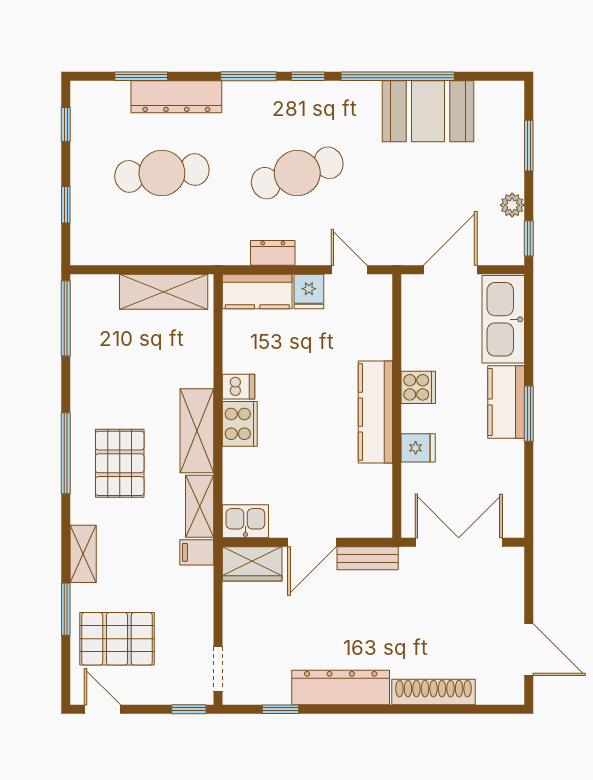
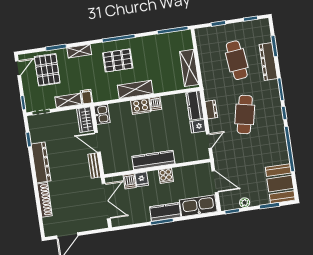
booth: (428, 111) -> (280, 184), moved
cafe table: (297, 173) -> (245, 114), turned 30
dishwasher: (419, 478) -> (130, 181), added
shelving: (200, 506) -> (68, 101), moved

